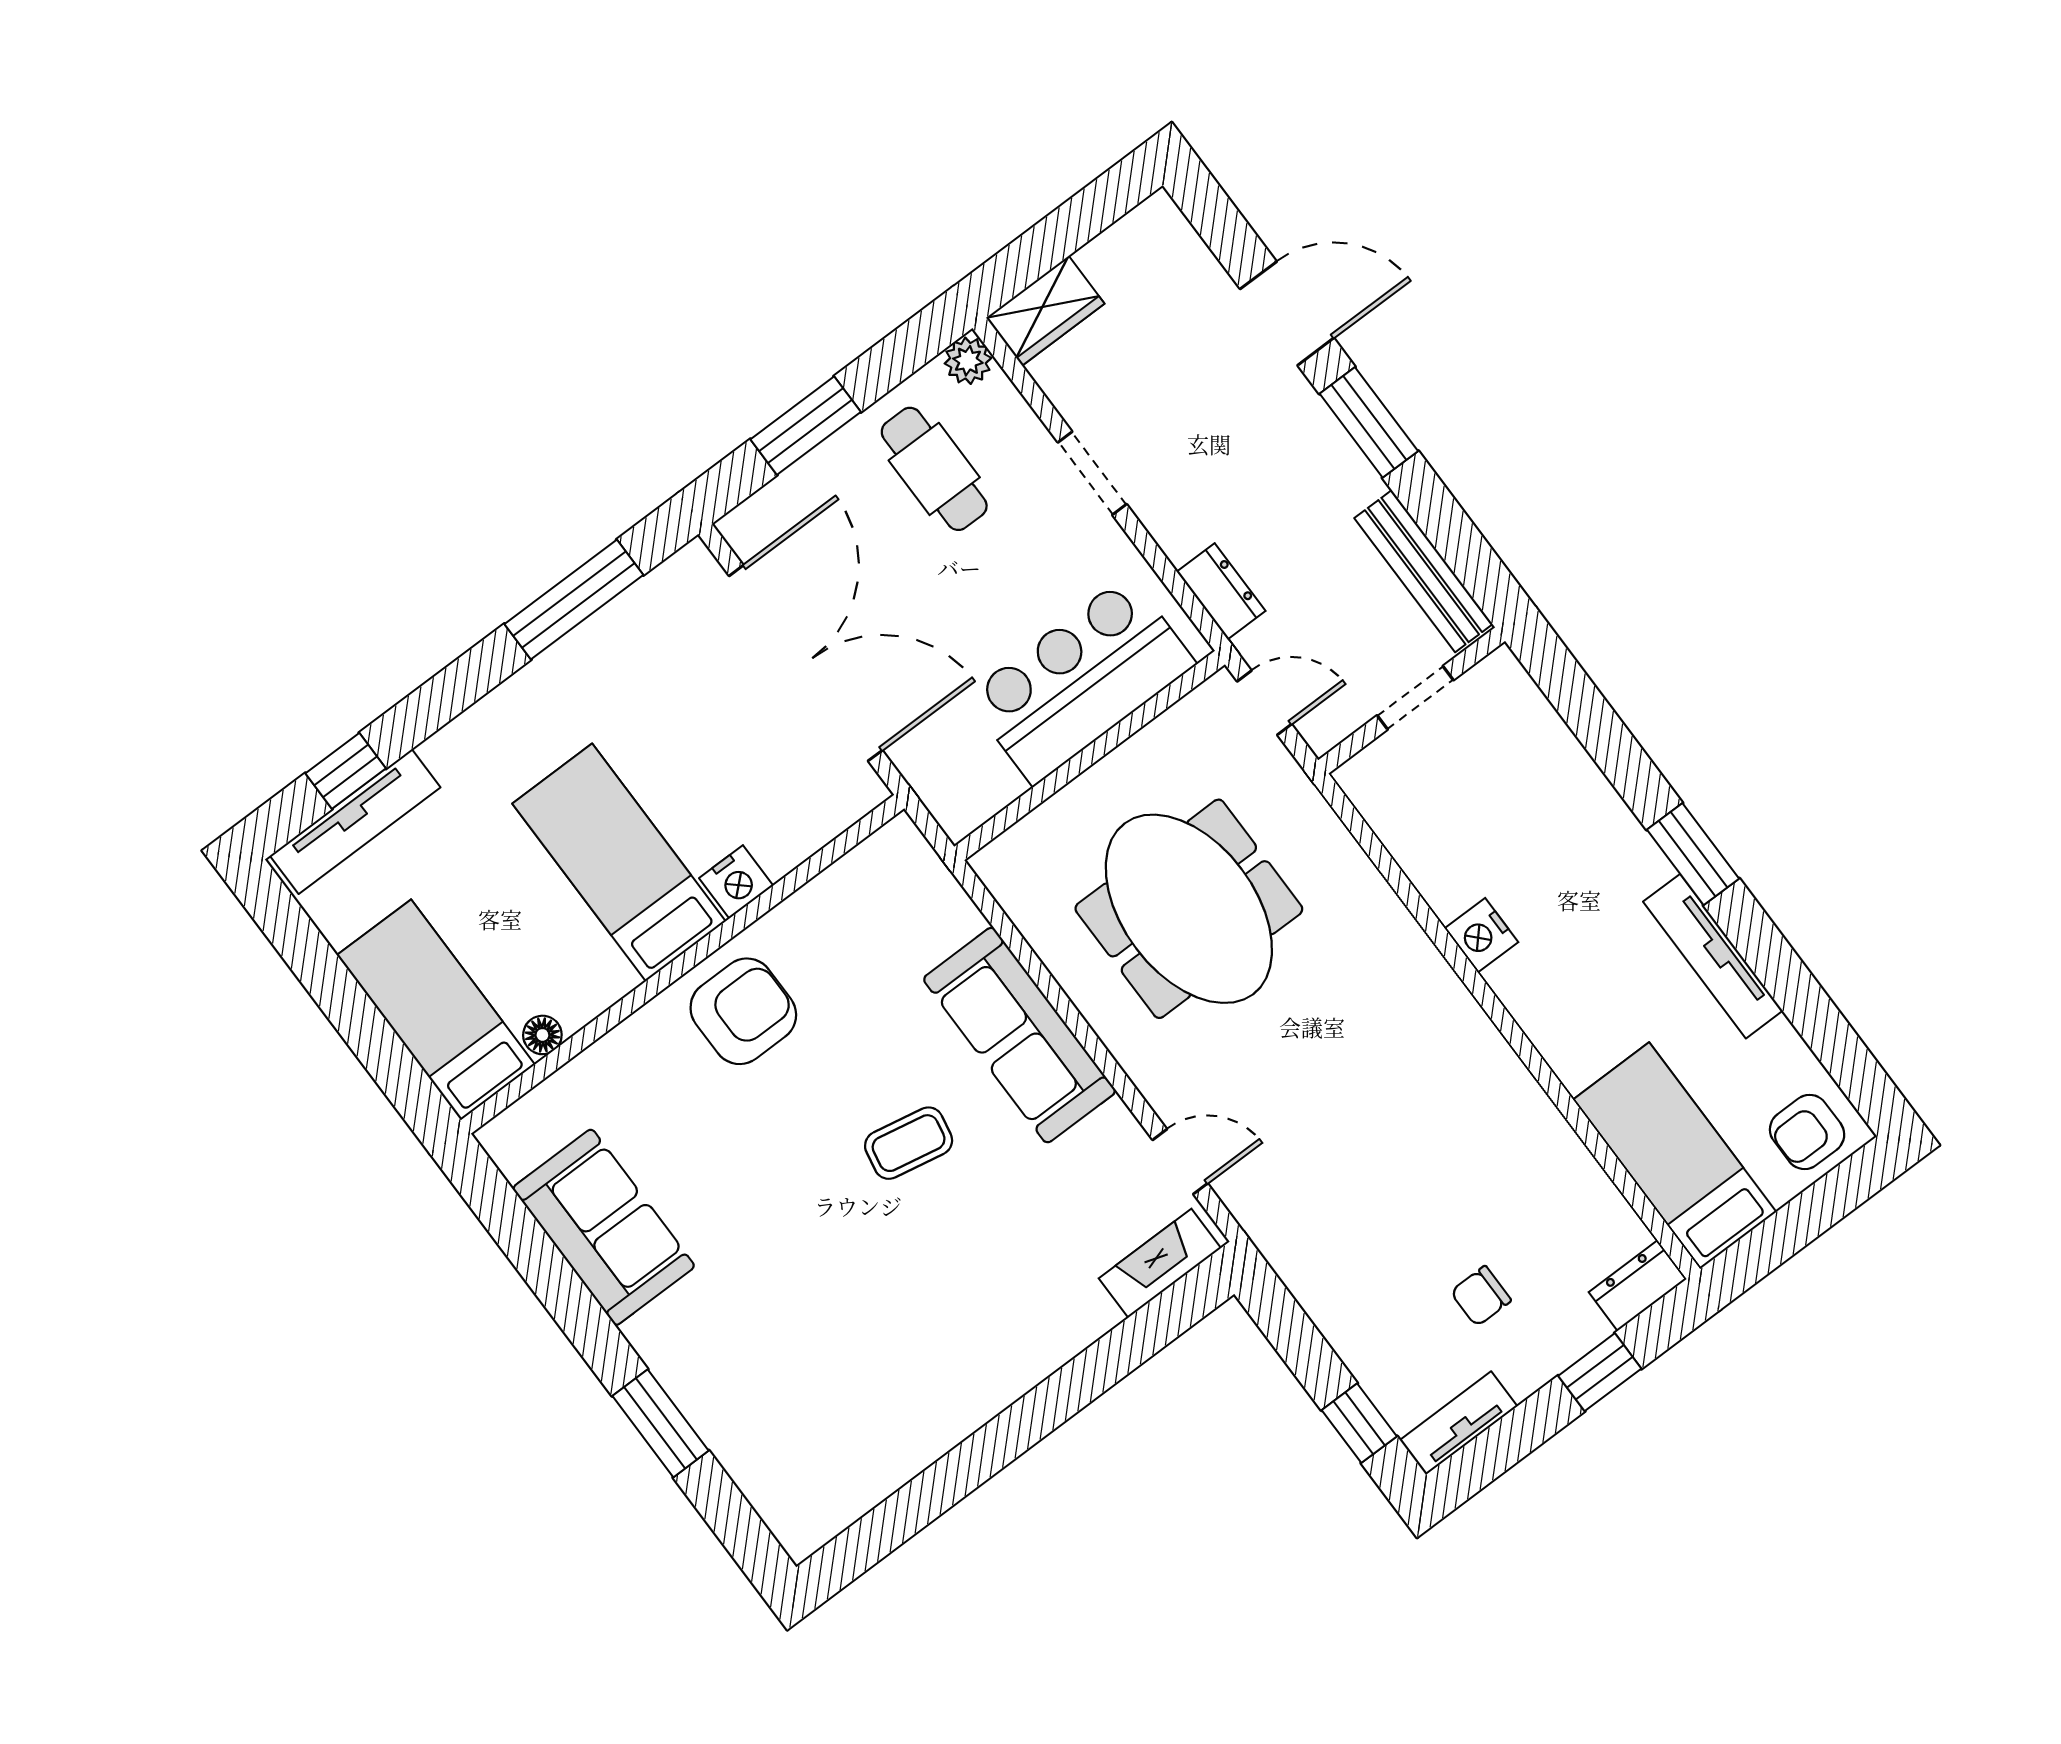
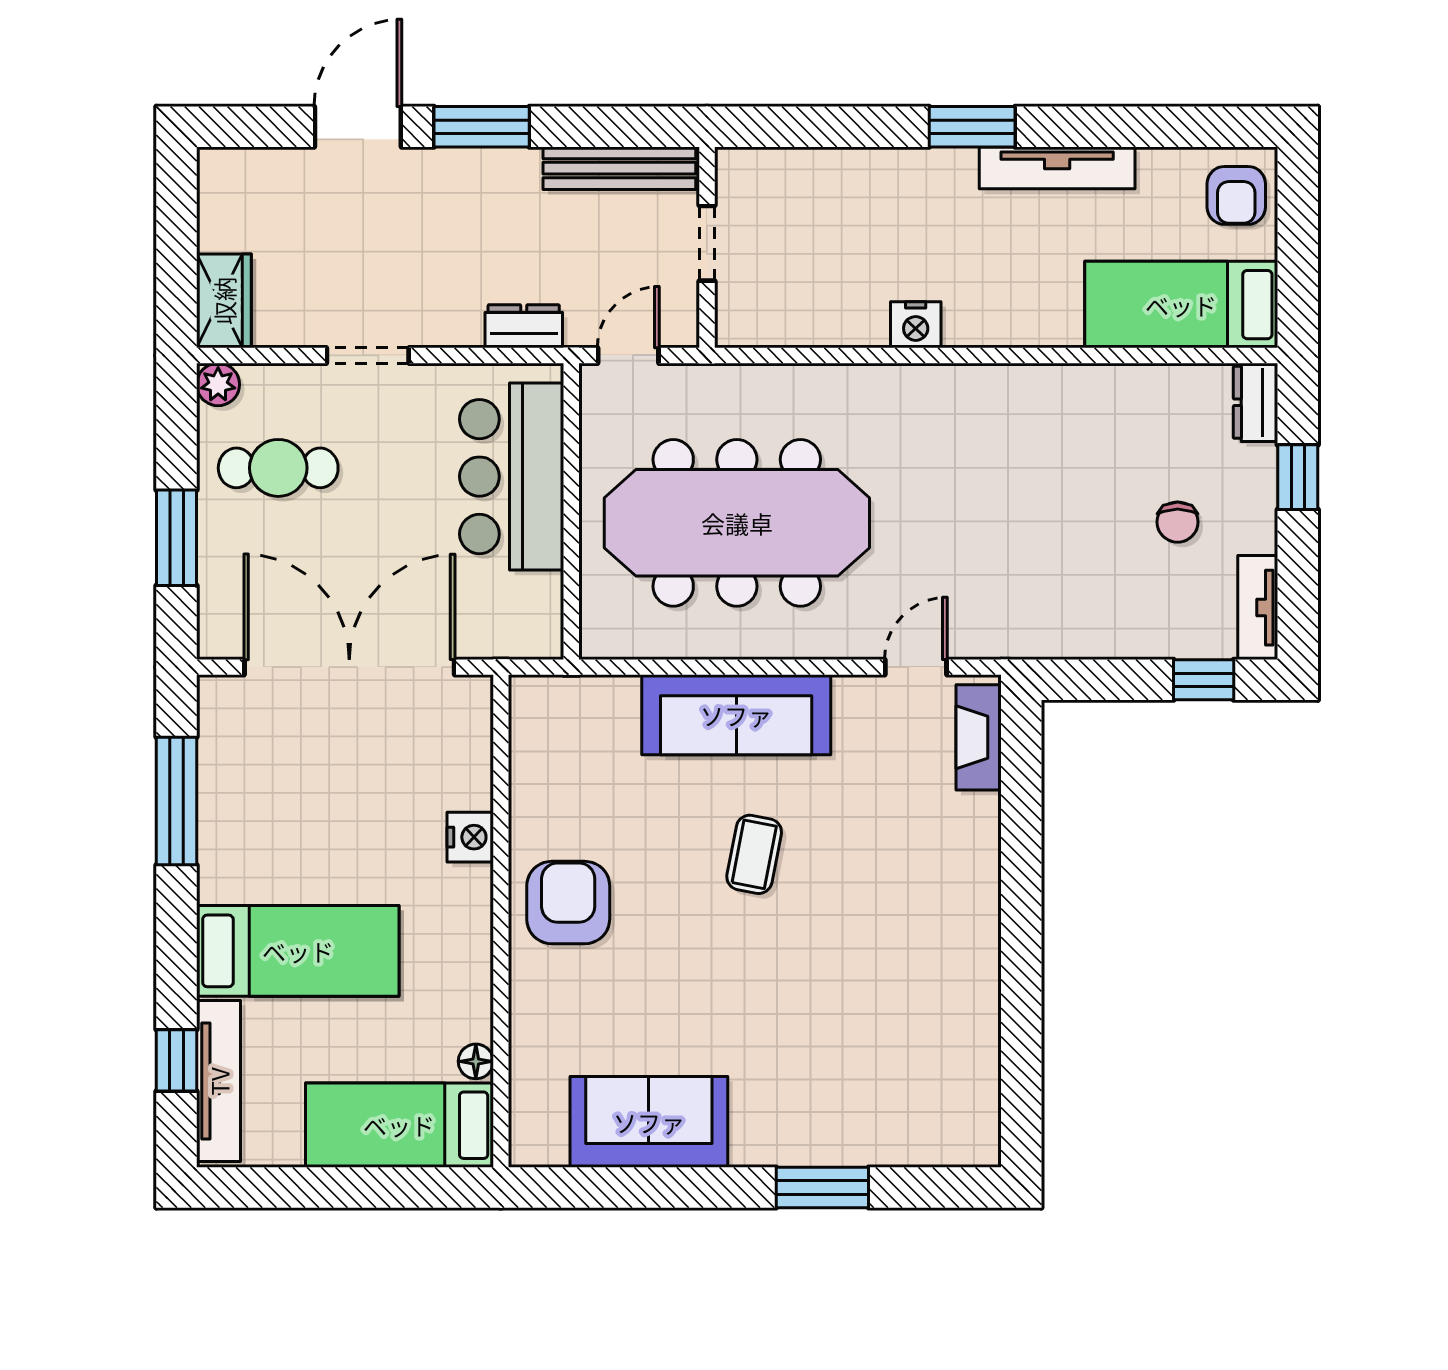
bed: (619, 862) -> (298, 951), moved, turned 180
meeting table: (1189, 909) -> (737, 523), width x1.36

